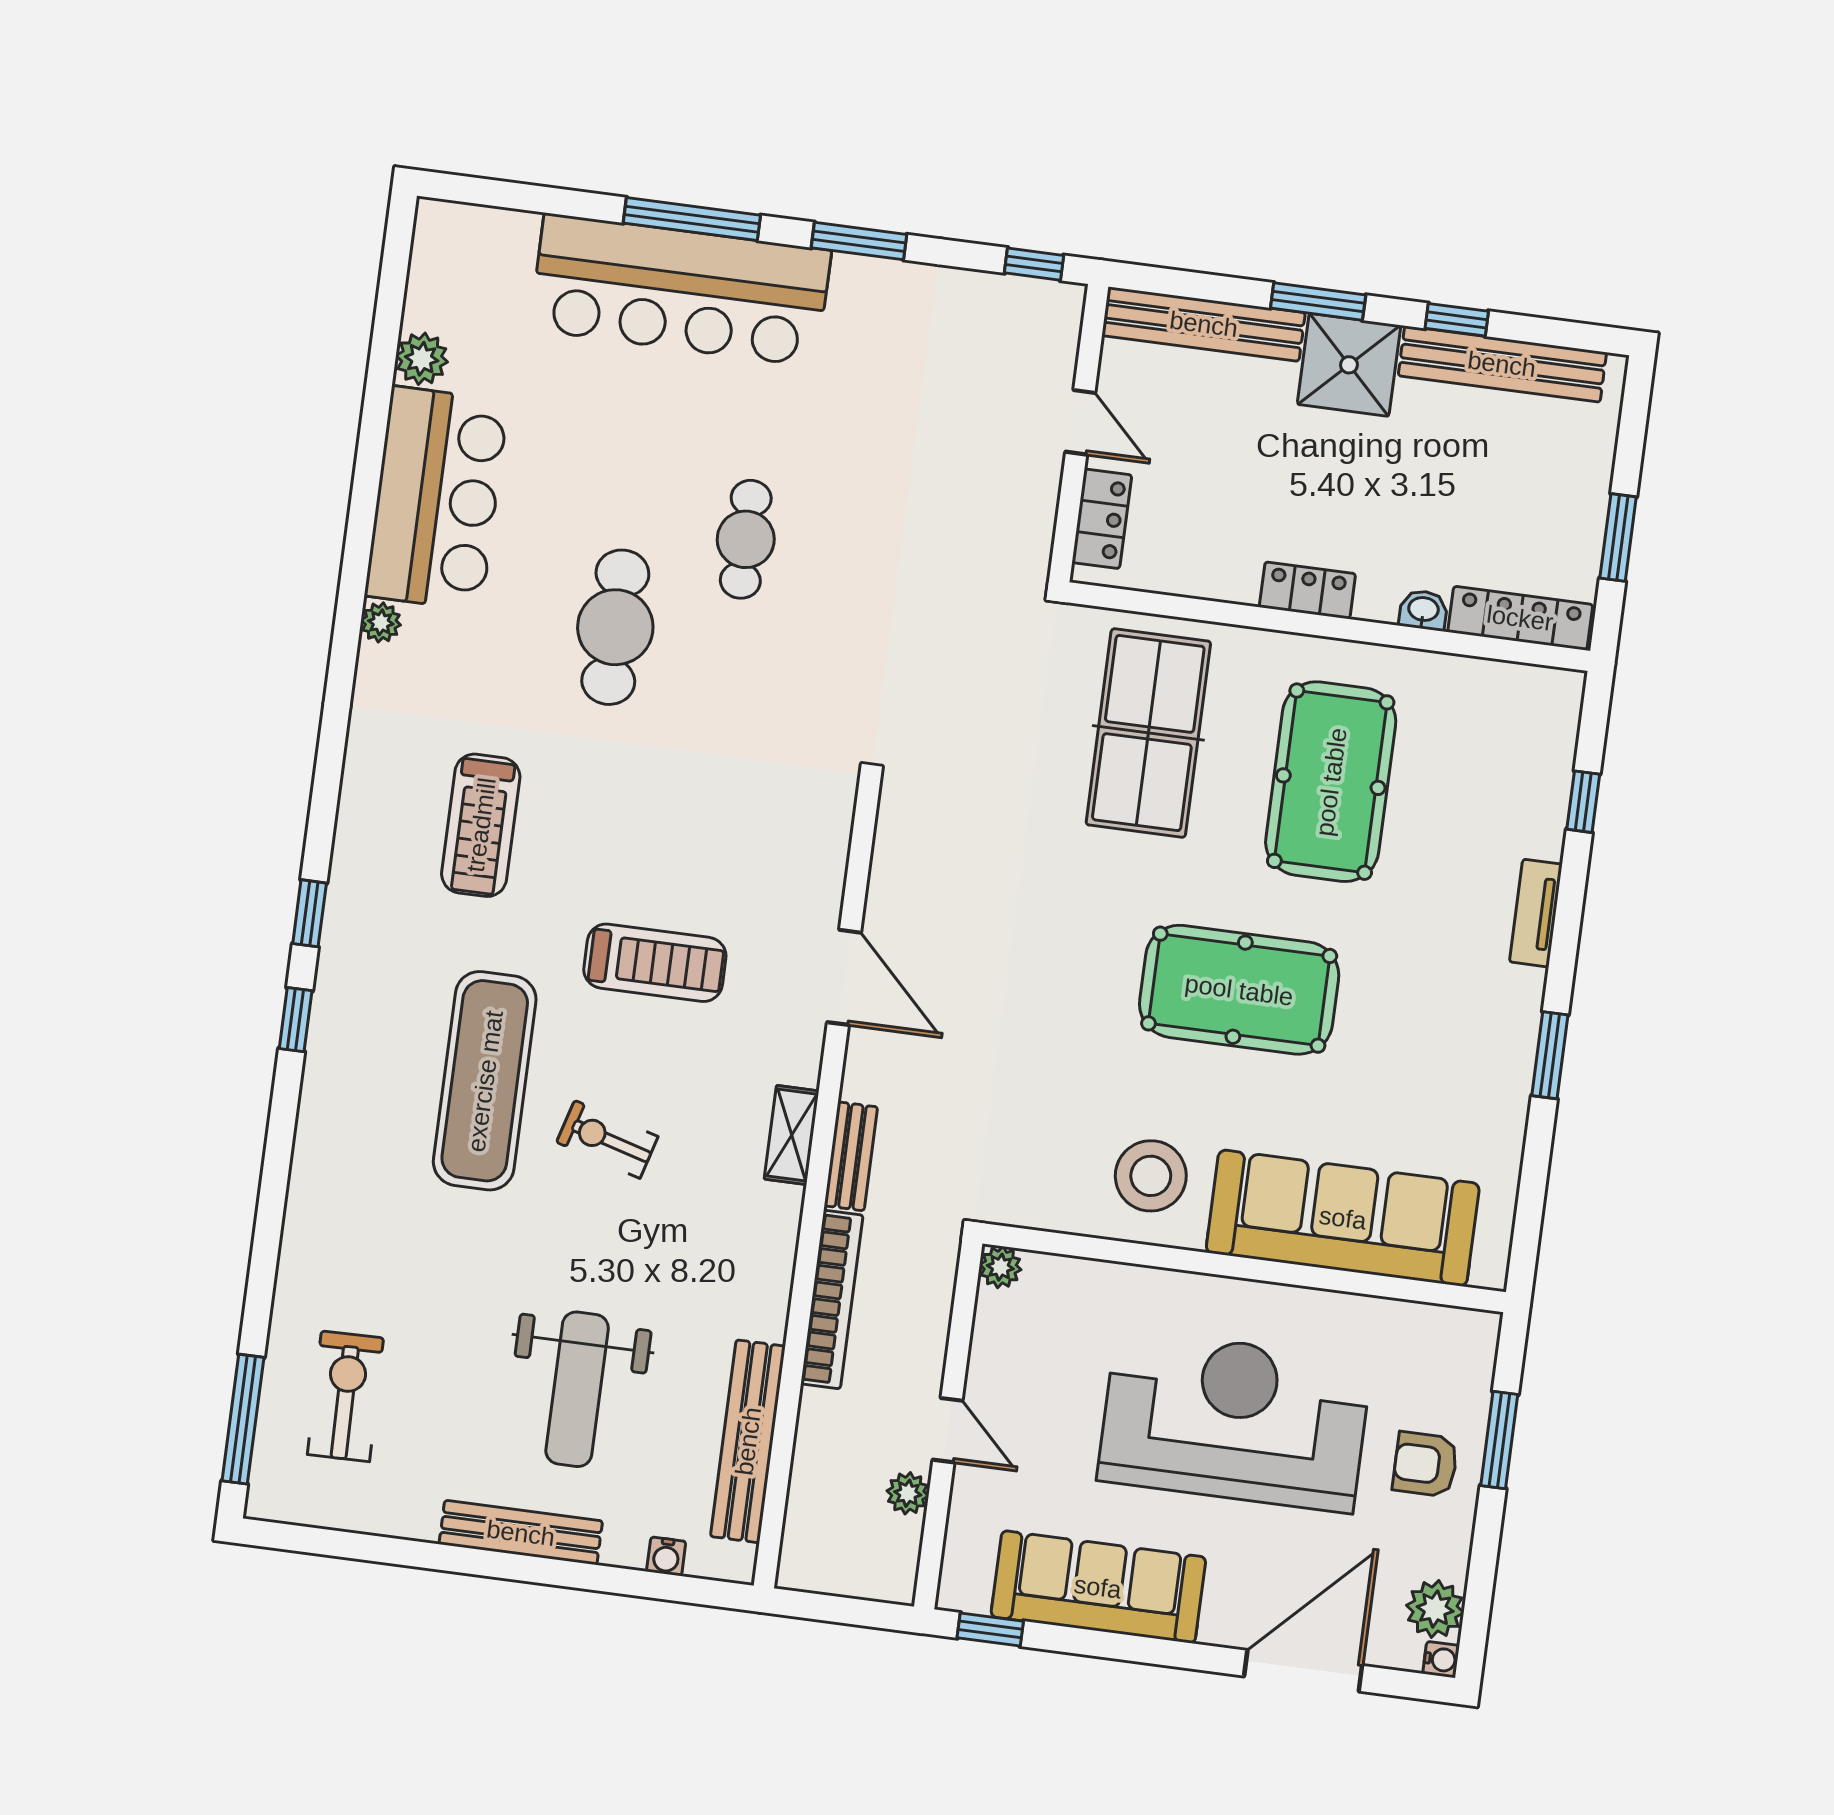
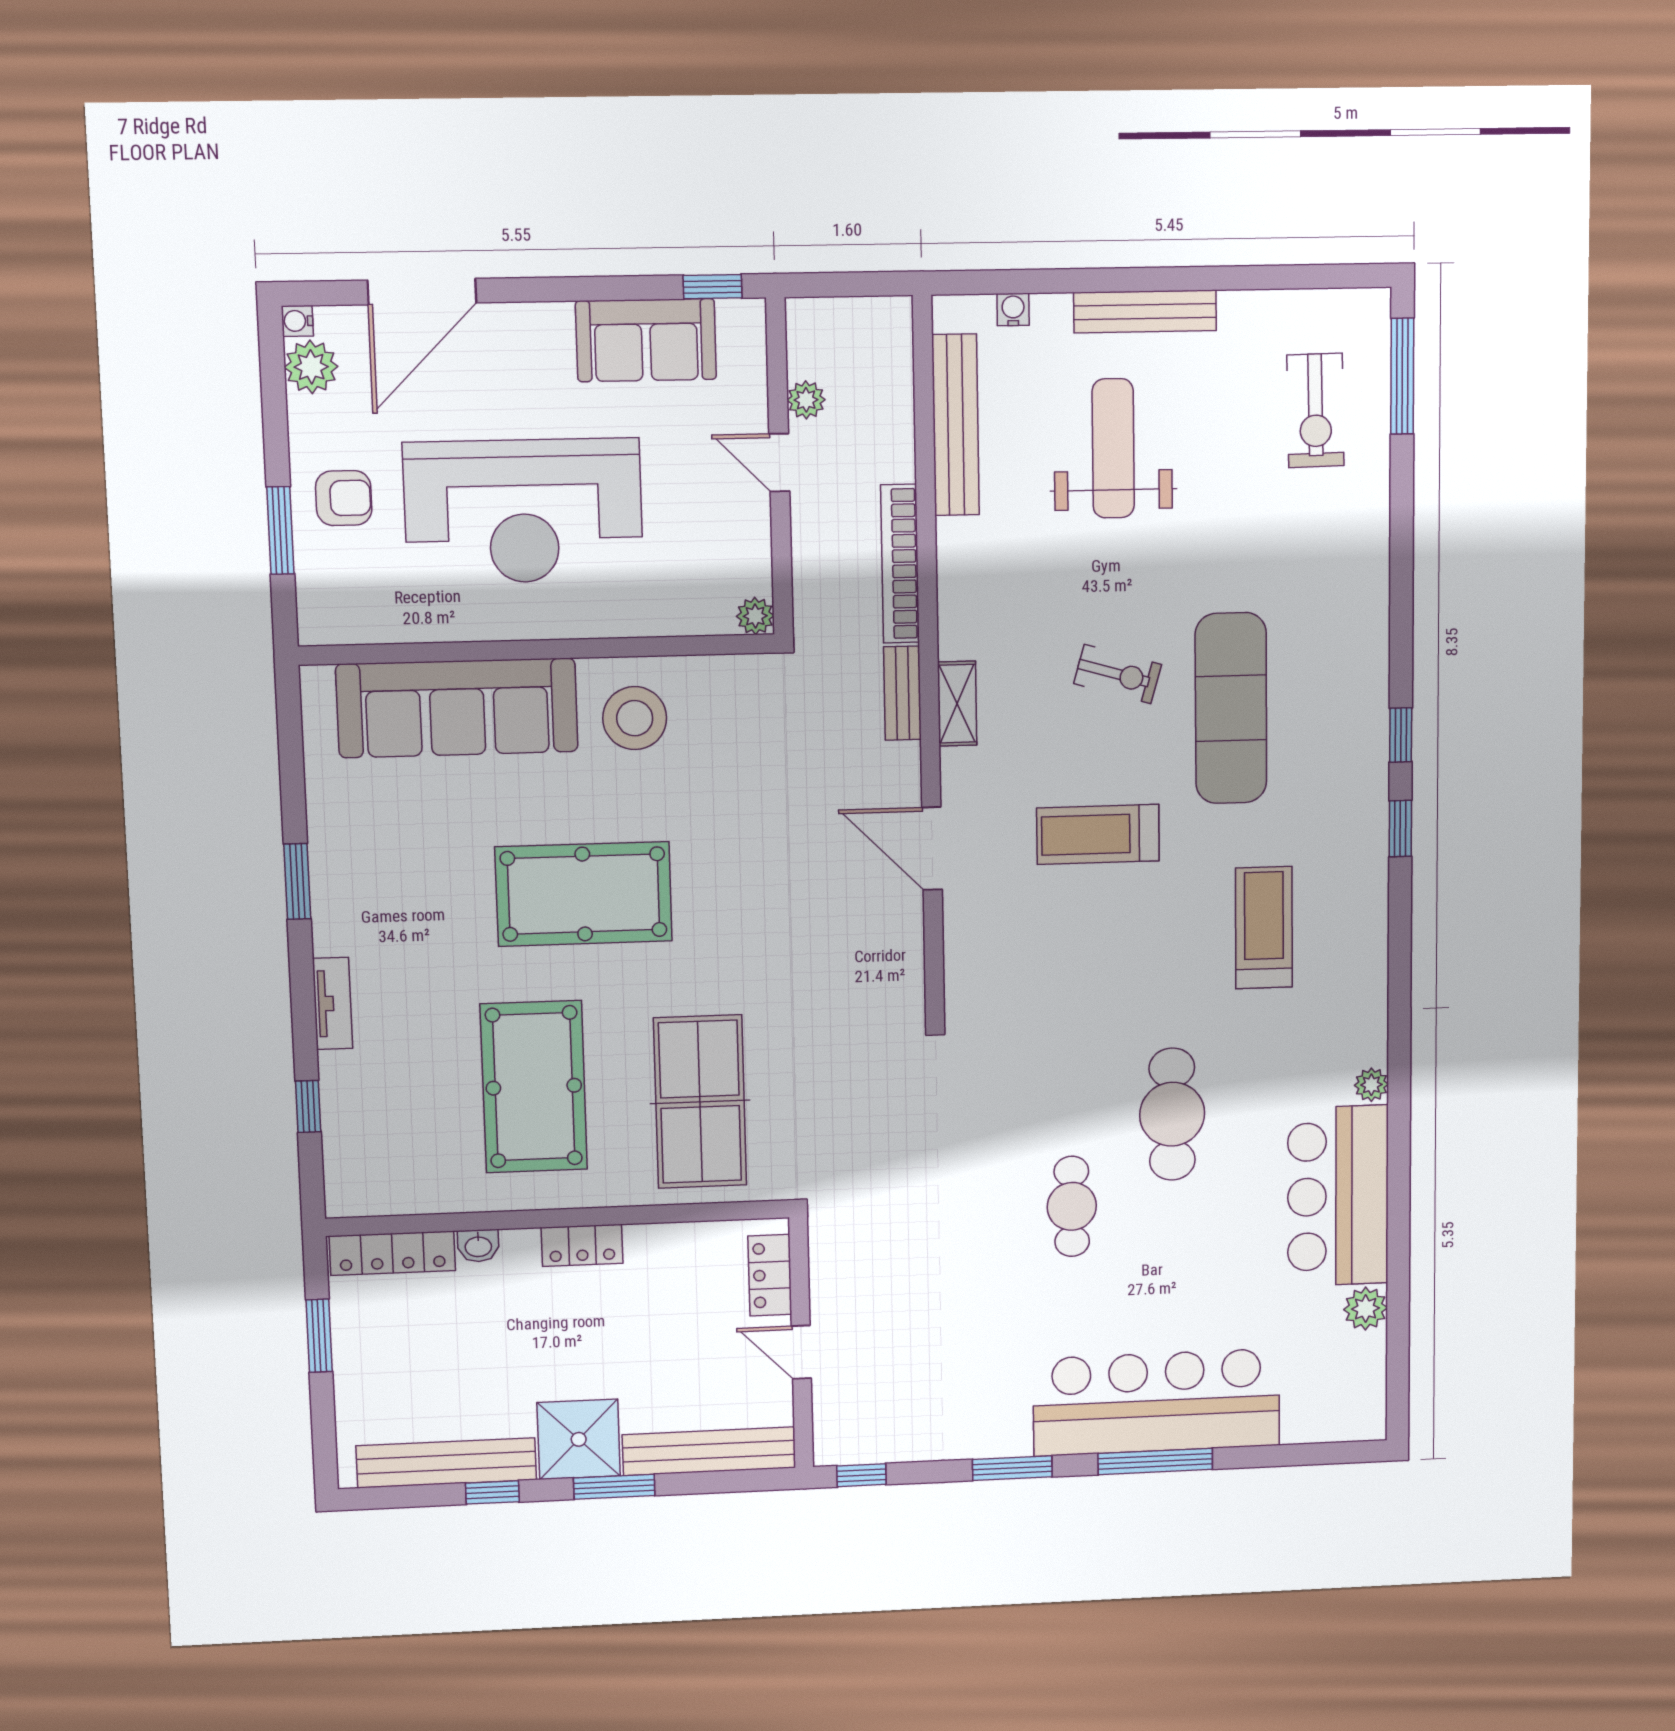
sofa: (1098, 1587) -> (646, 340), width x0.73

